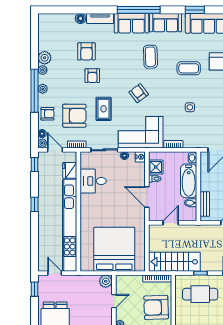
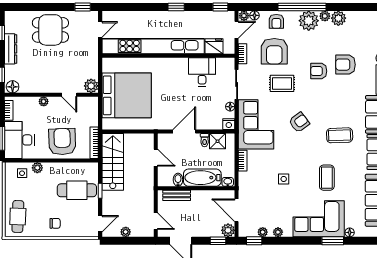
plant: (43, 89) -> (309, 21), width x1.87, depth x1.87
cafe table: (200, 294) -> (77, 190), turned 90

